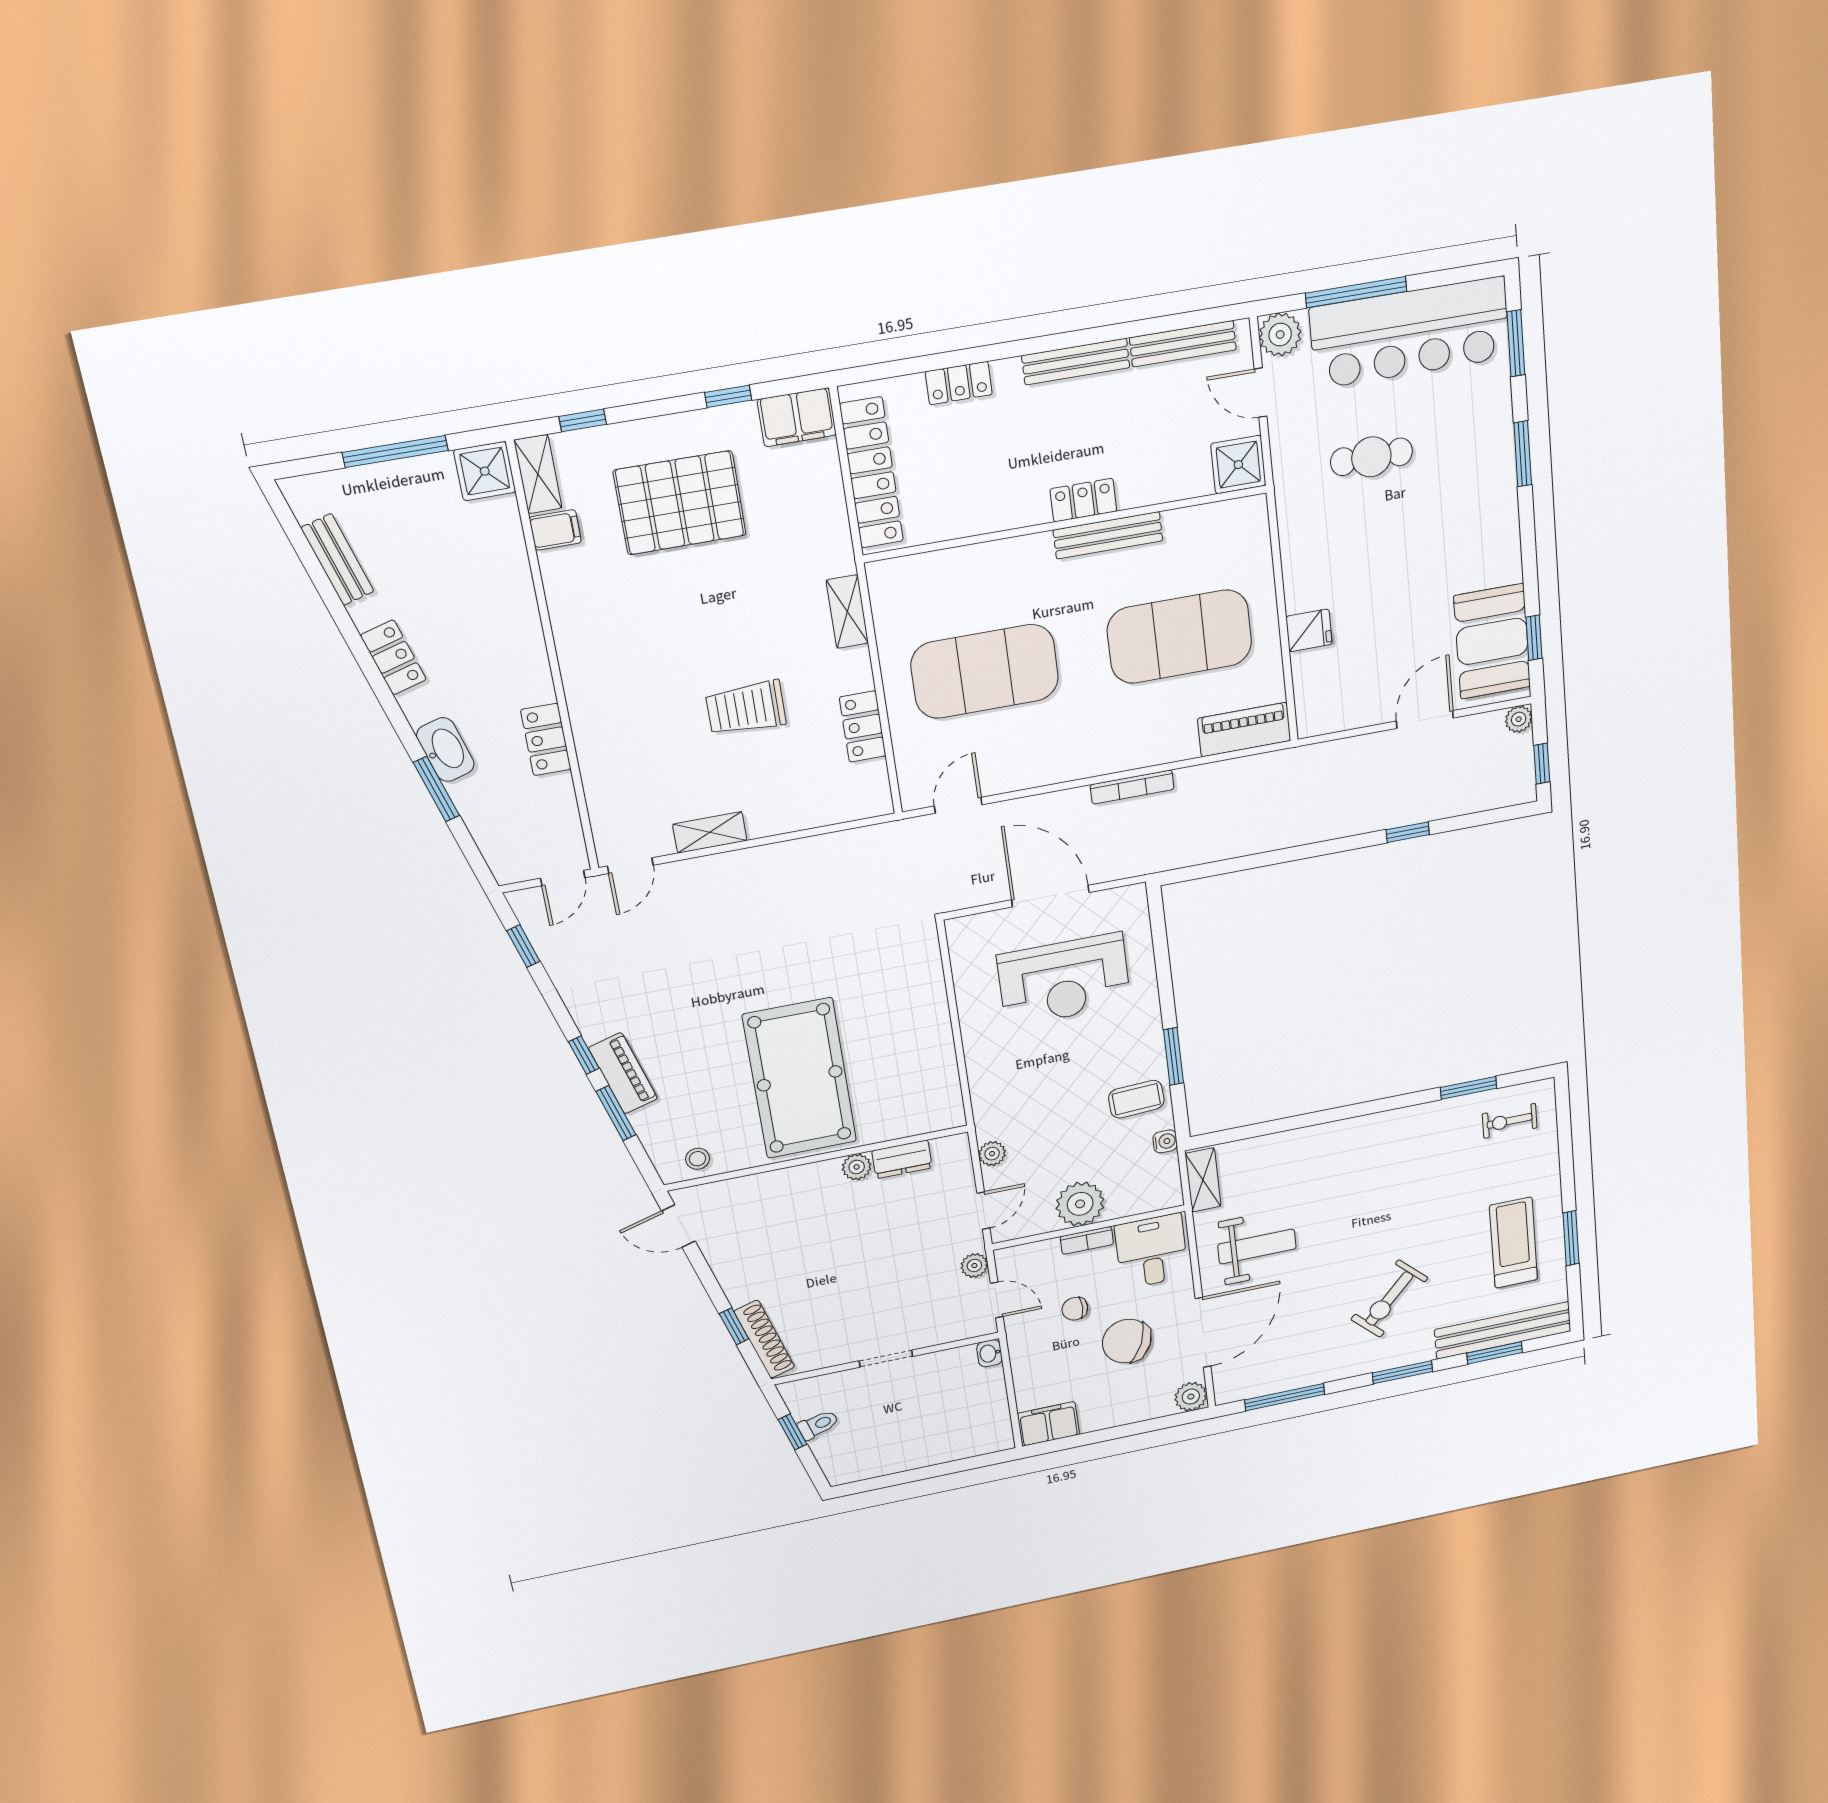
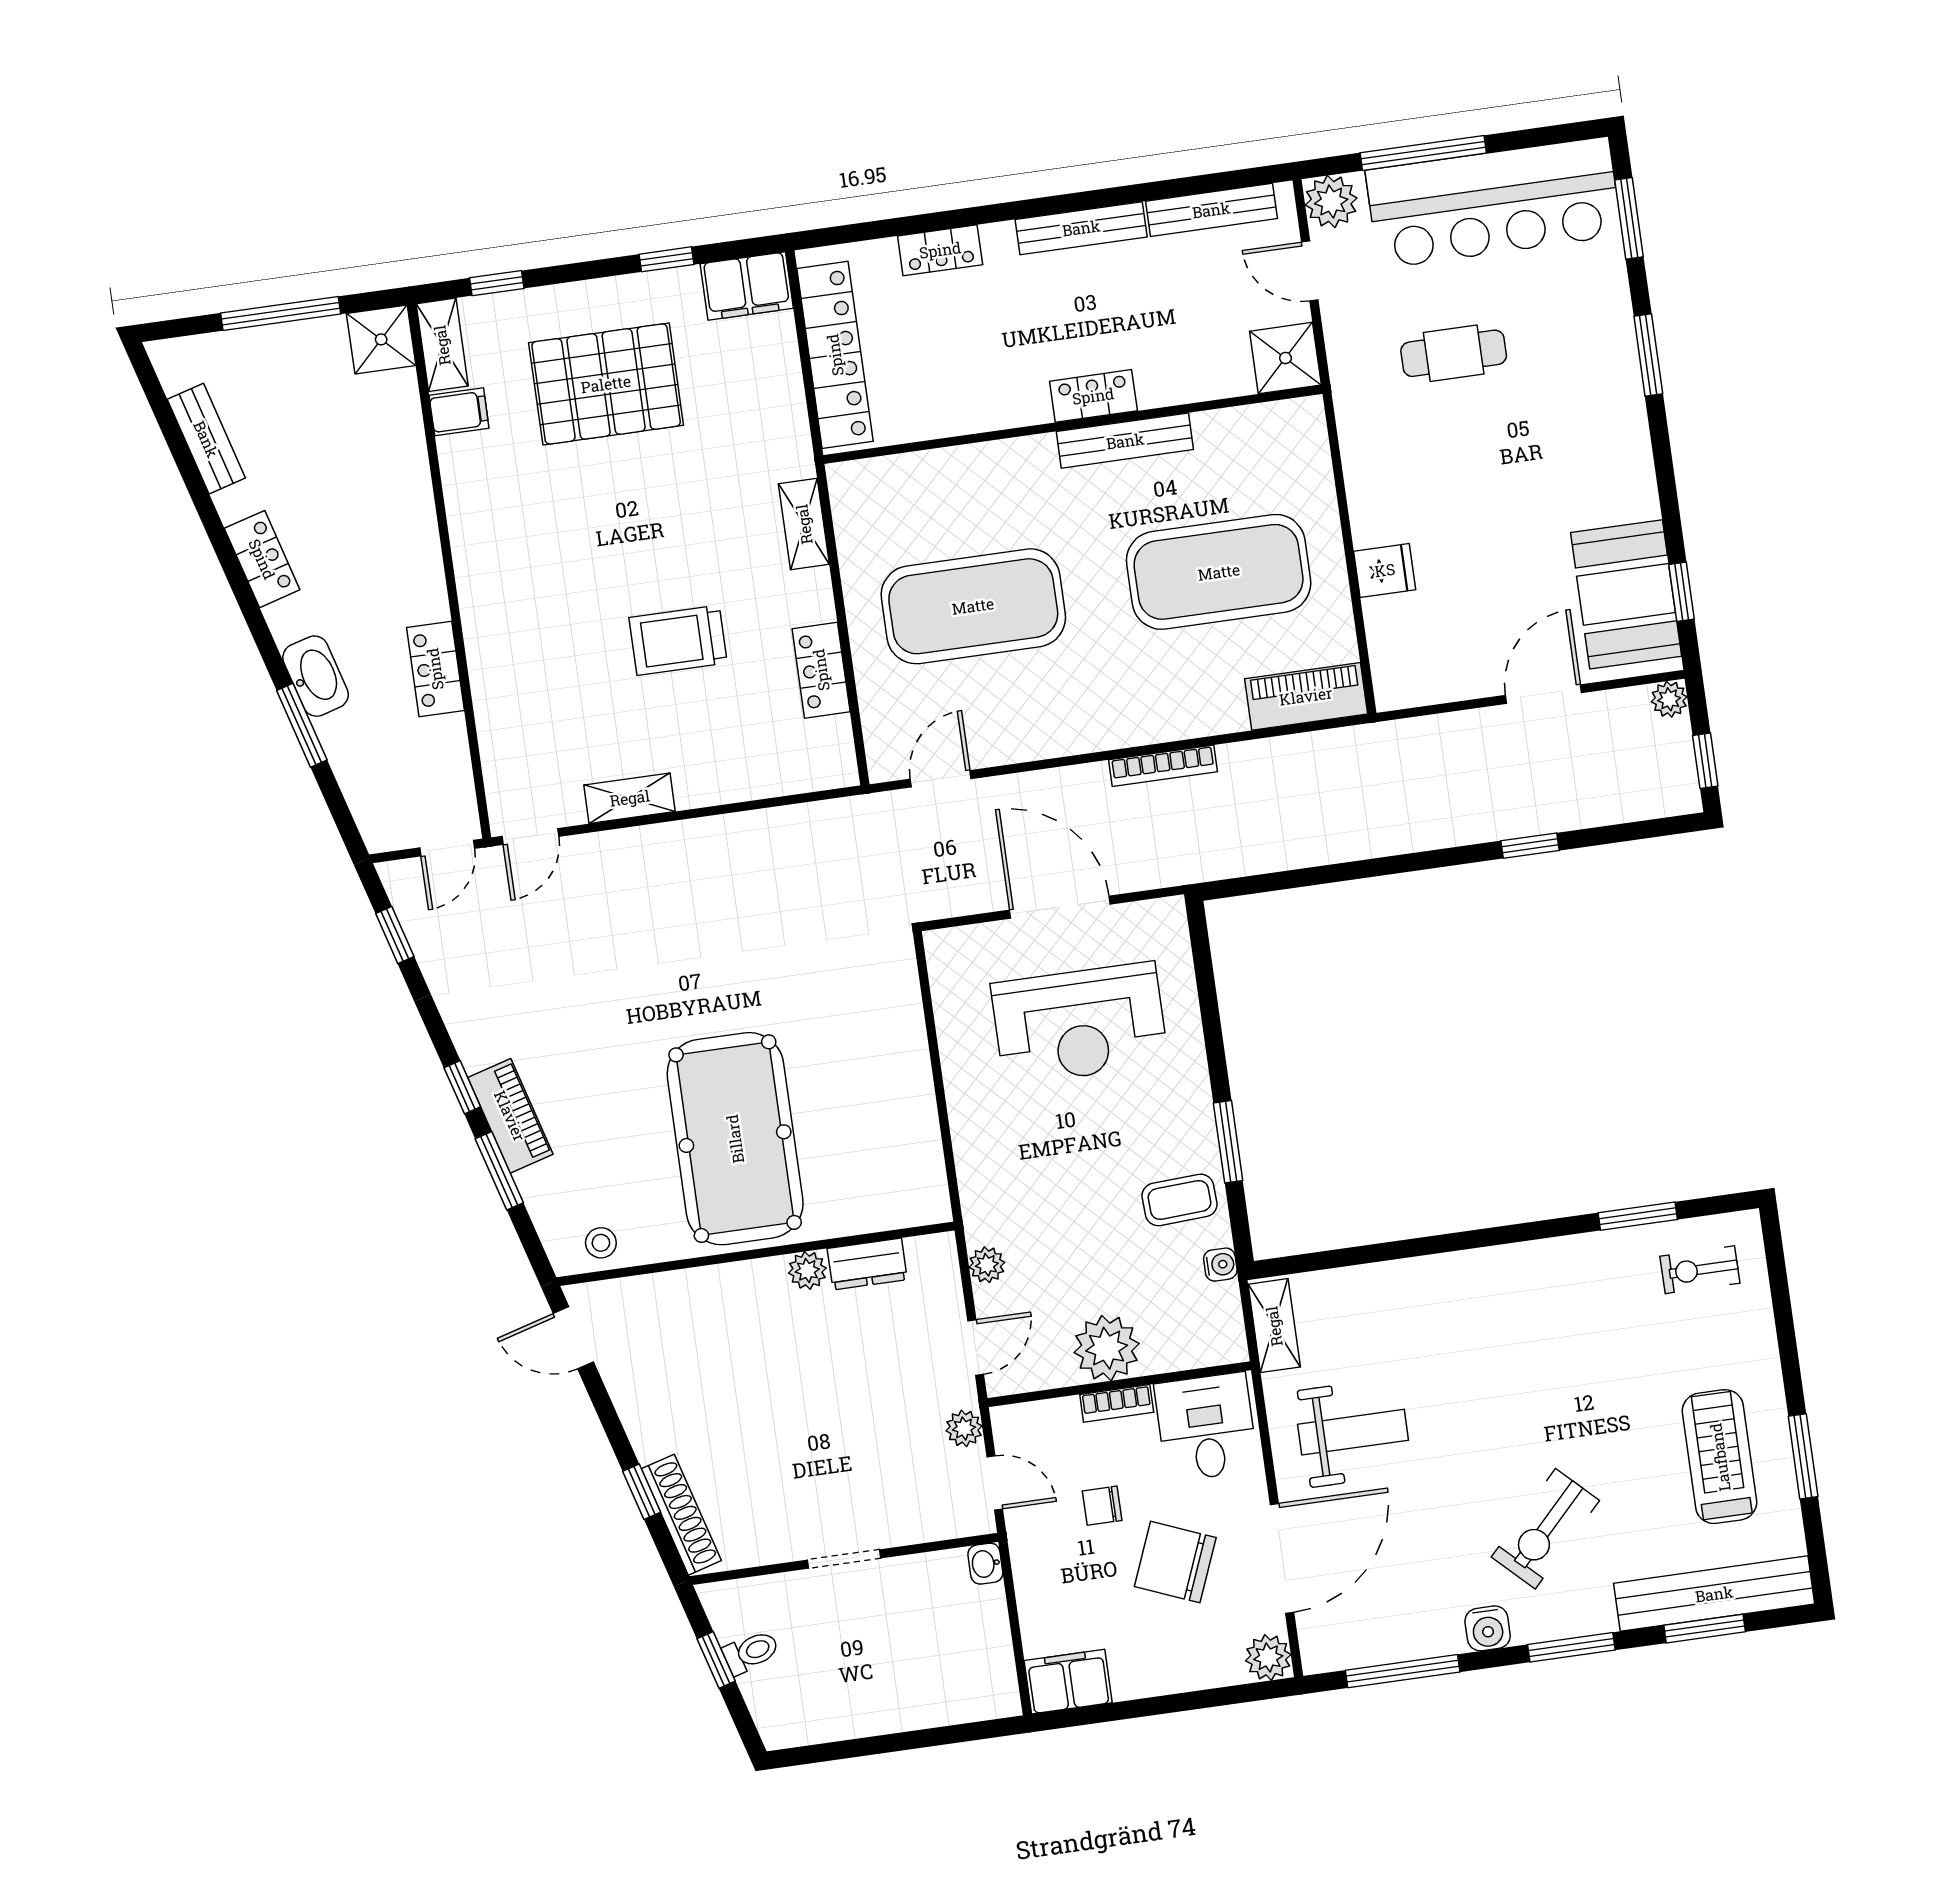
water cooler: (1345, 1365) -> (1488, 1628), added

